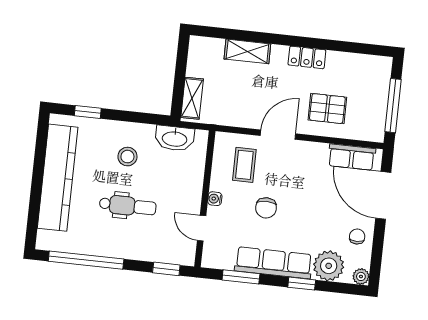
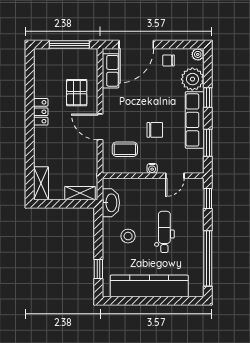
shelving: (247, 51) -> (41, 183), moved

